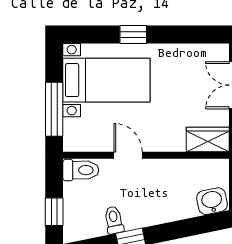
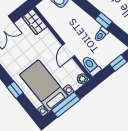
window: (54, 109) -> (66, 105), moved
plant: (72, 143) -> (82, 79), added

